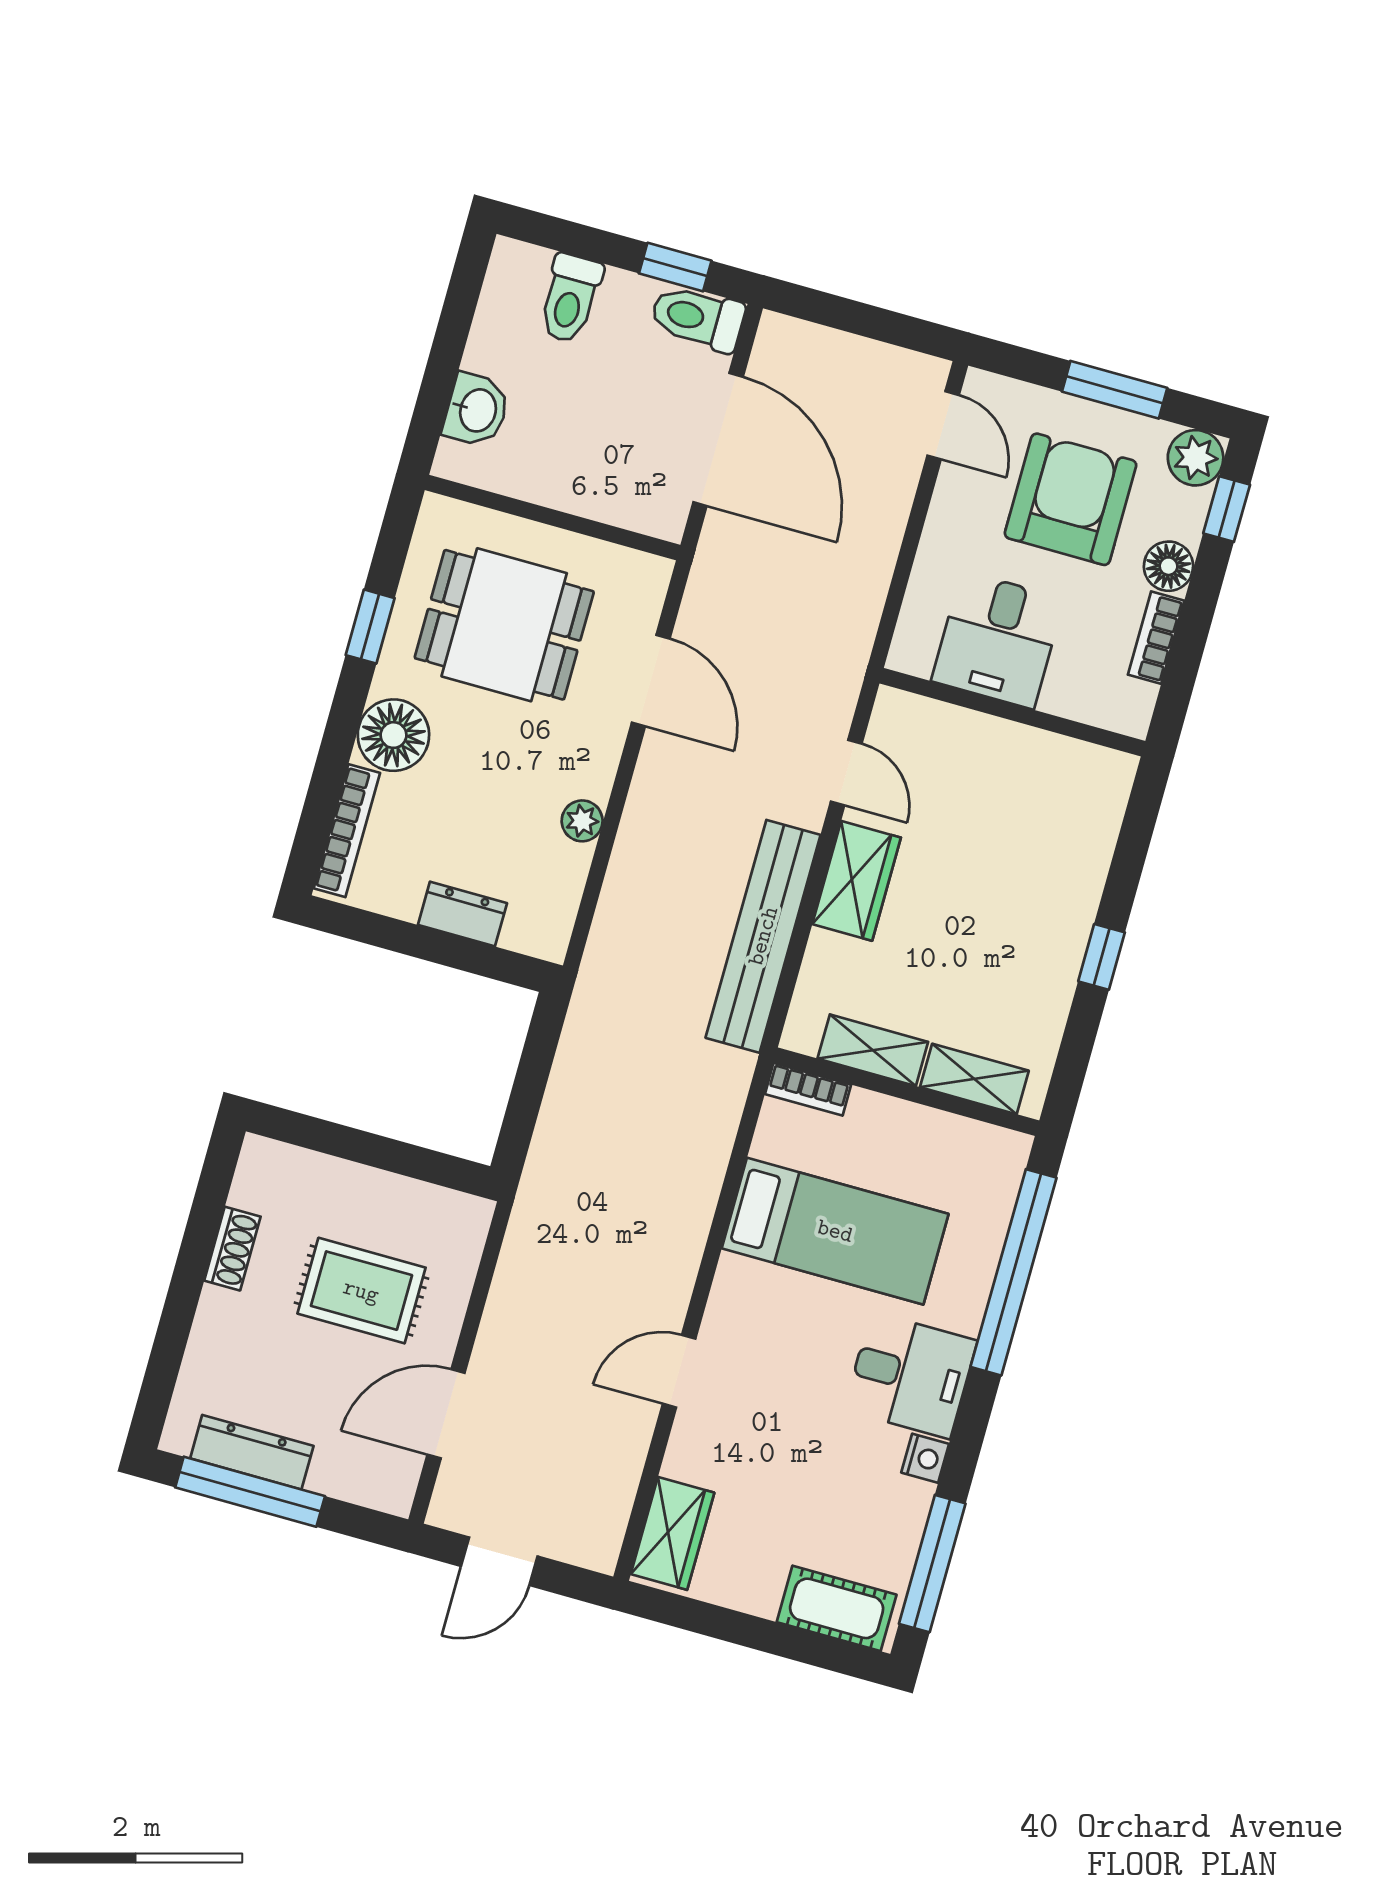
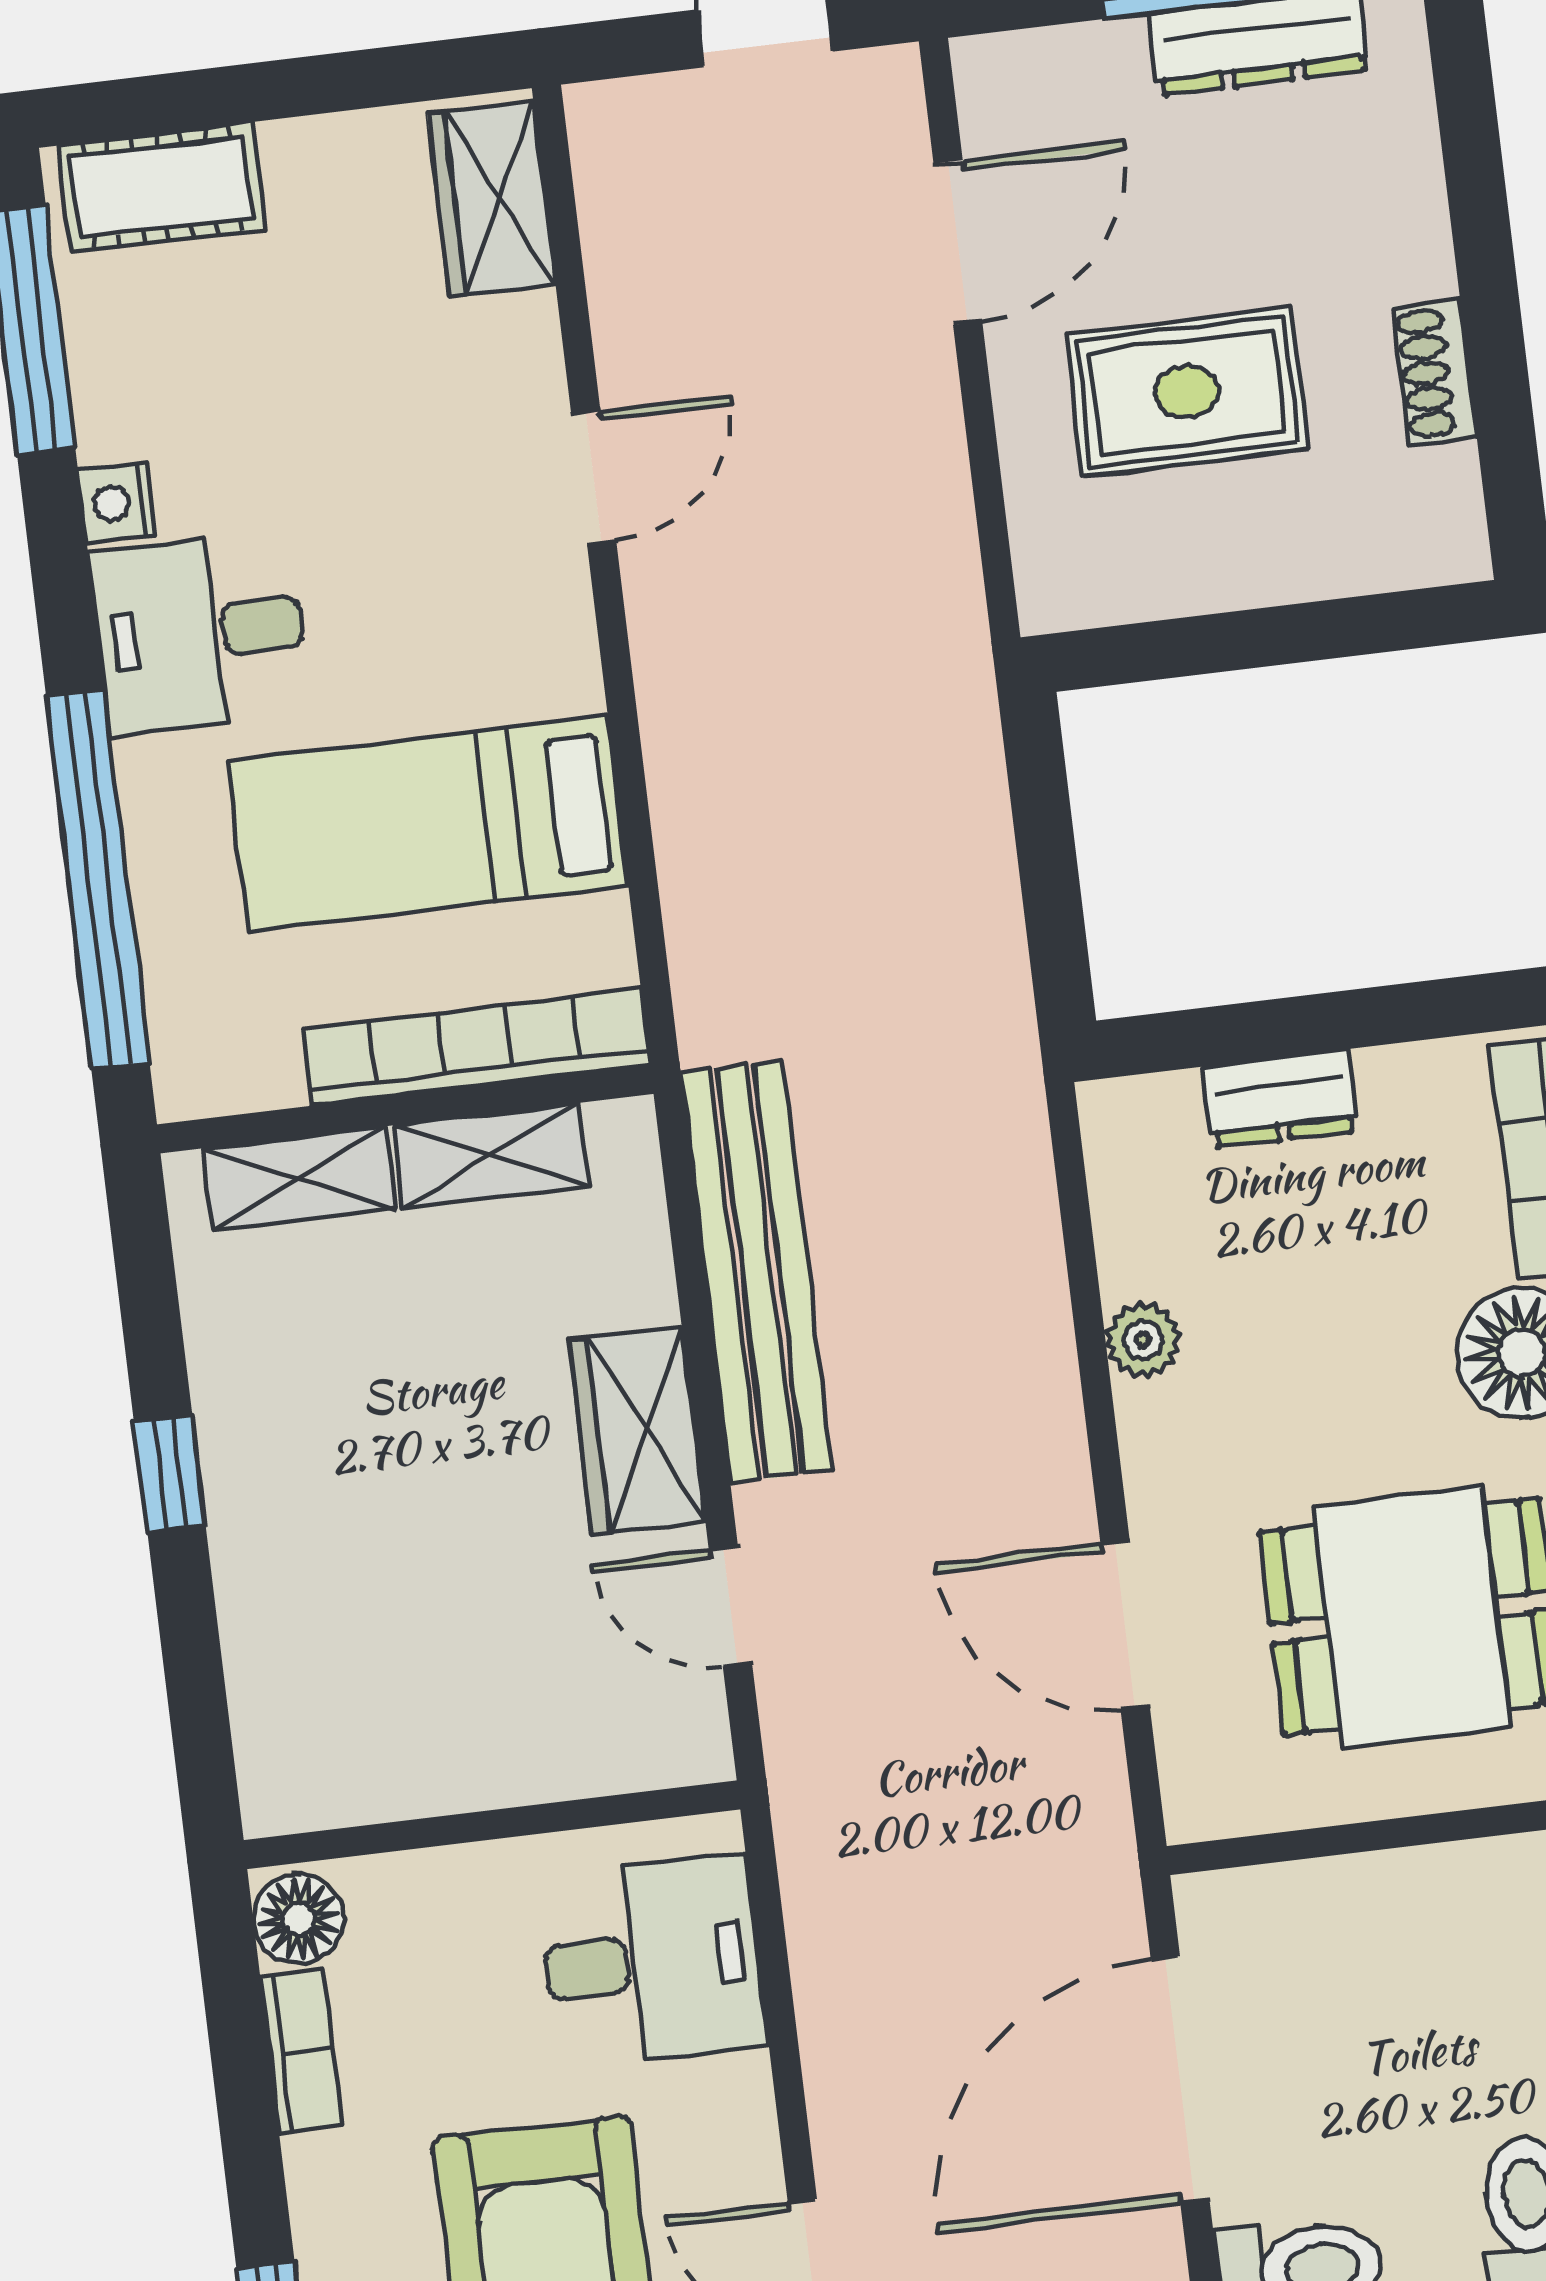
door: (718, 440) -> (1180, 2080), hinge flipped
floor lamp: (1168, 566) -> (298, 1919), moved
desk: (998, 640) -> (652, 1961), moved, turned 90
bookcase: (808, 1089) -> (476, 1047), width x2.31, depth x1.31

